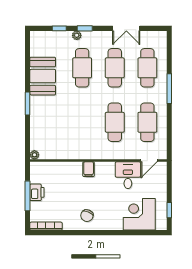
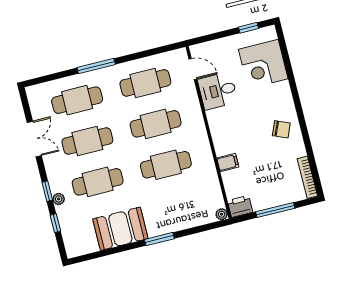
cafe table: (82, 122) -> (166, 165), added
filing cabinet: (89, 169) -> (228, 162), moved
printer: (37, 192) -> (240, 206), moved

